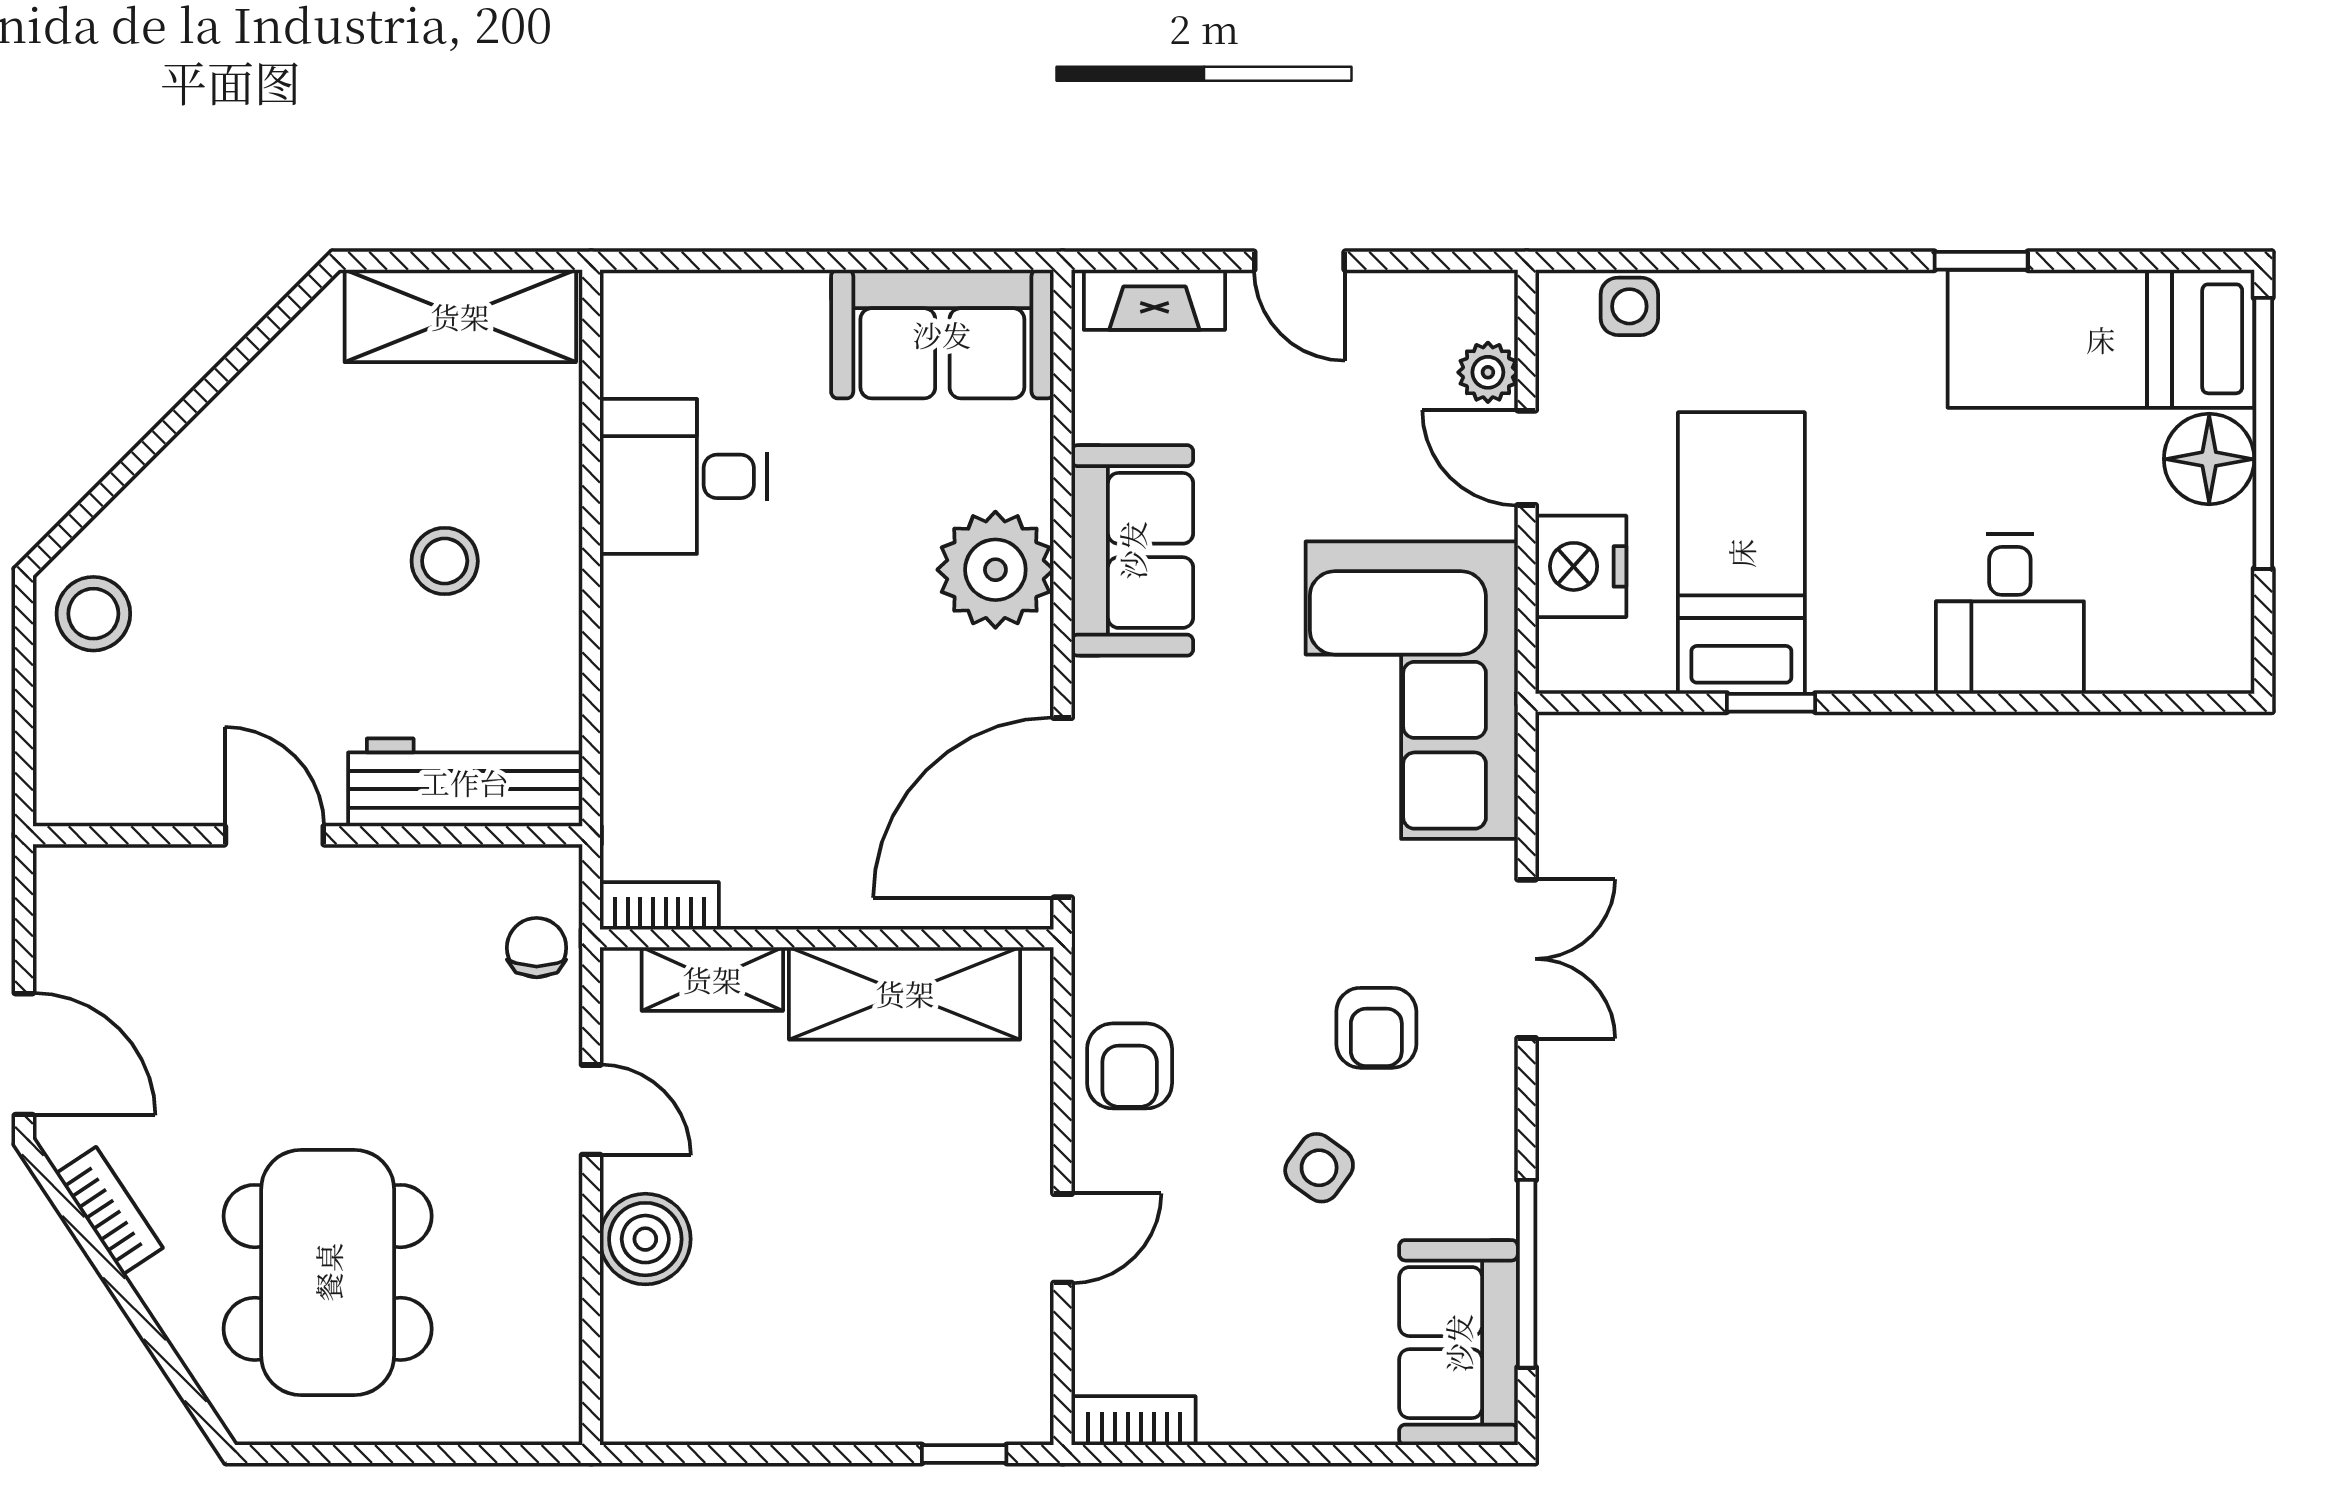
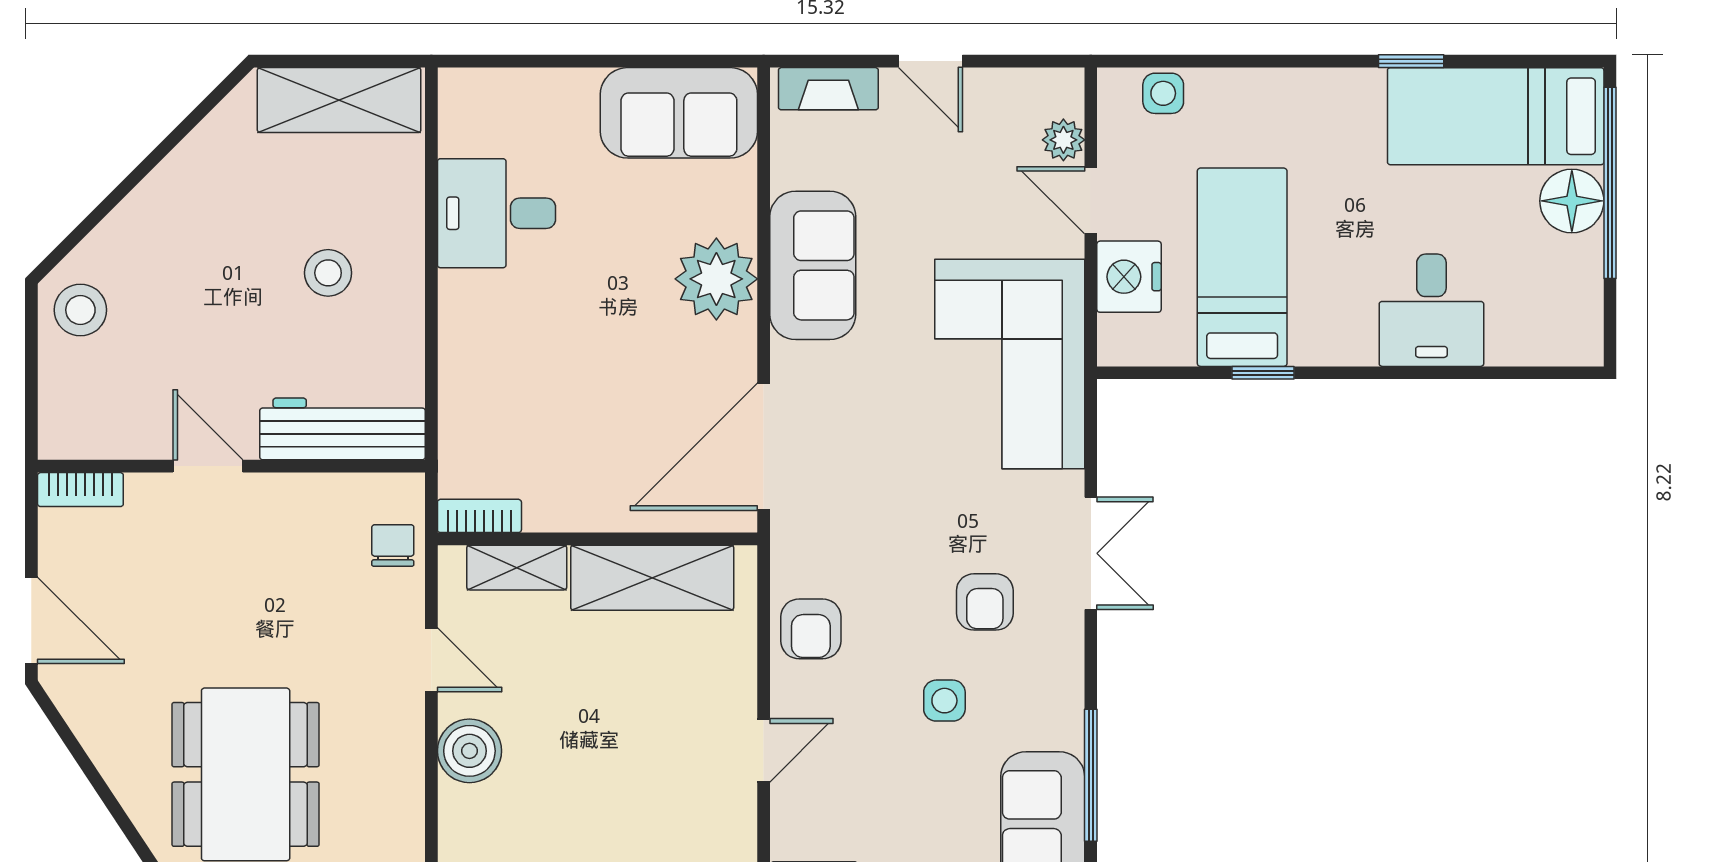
side table: (1319, 1168) -> (944, 701), turned -36
bookcase: (109, 1211) -> (80, 490), moved, turned 123

